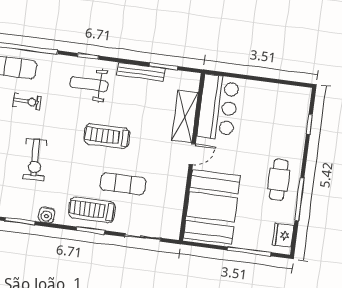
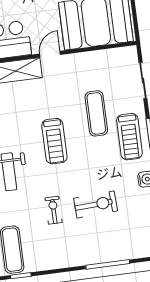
exercise bike: (27, 101) -> (54, 210), moved
door: (192, 154) -> (50, 54), hinge flipped

